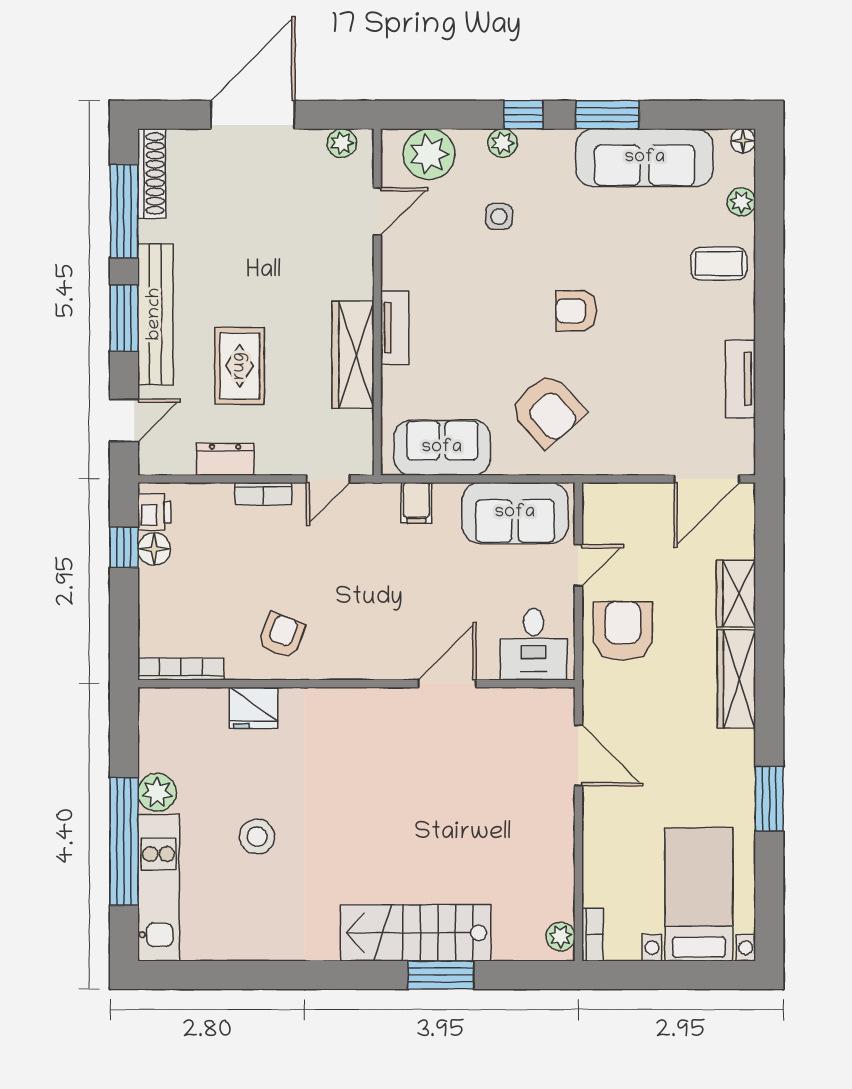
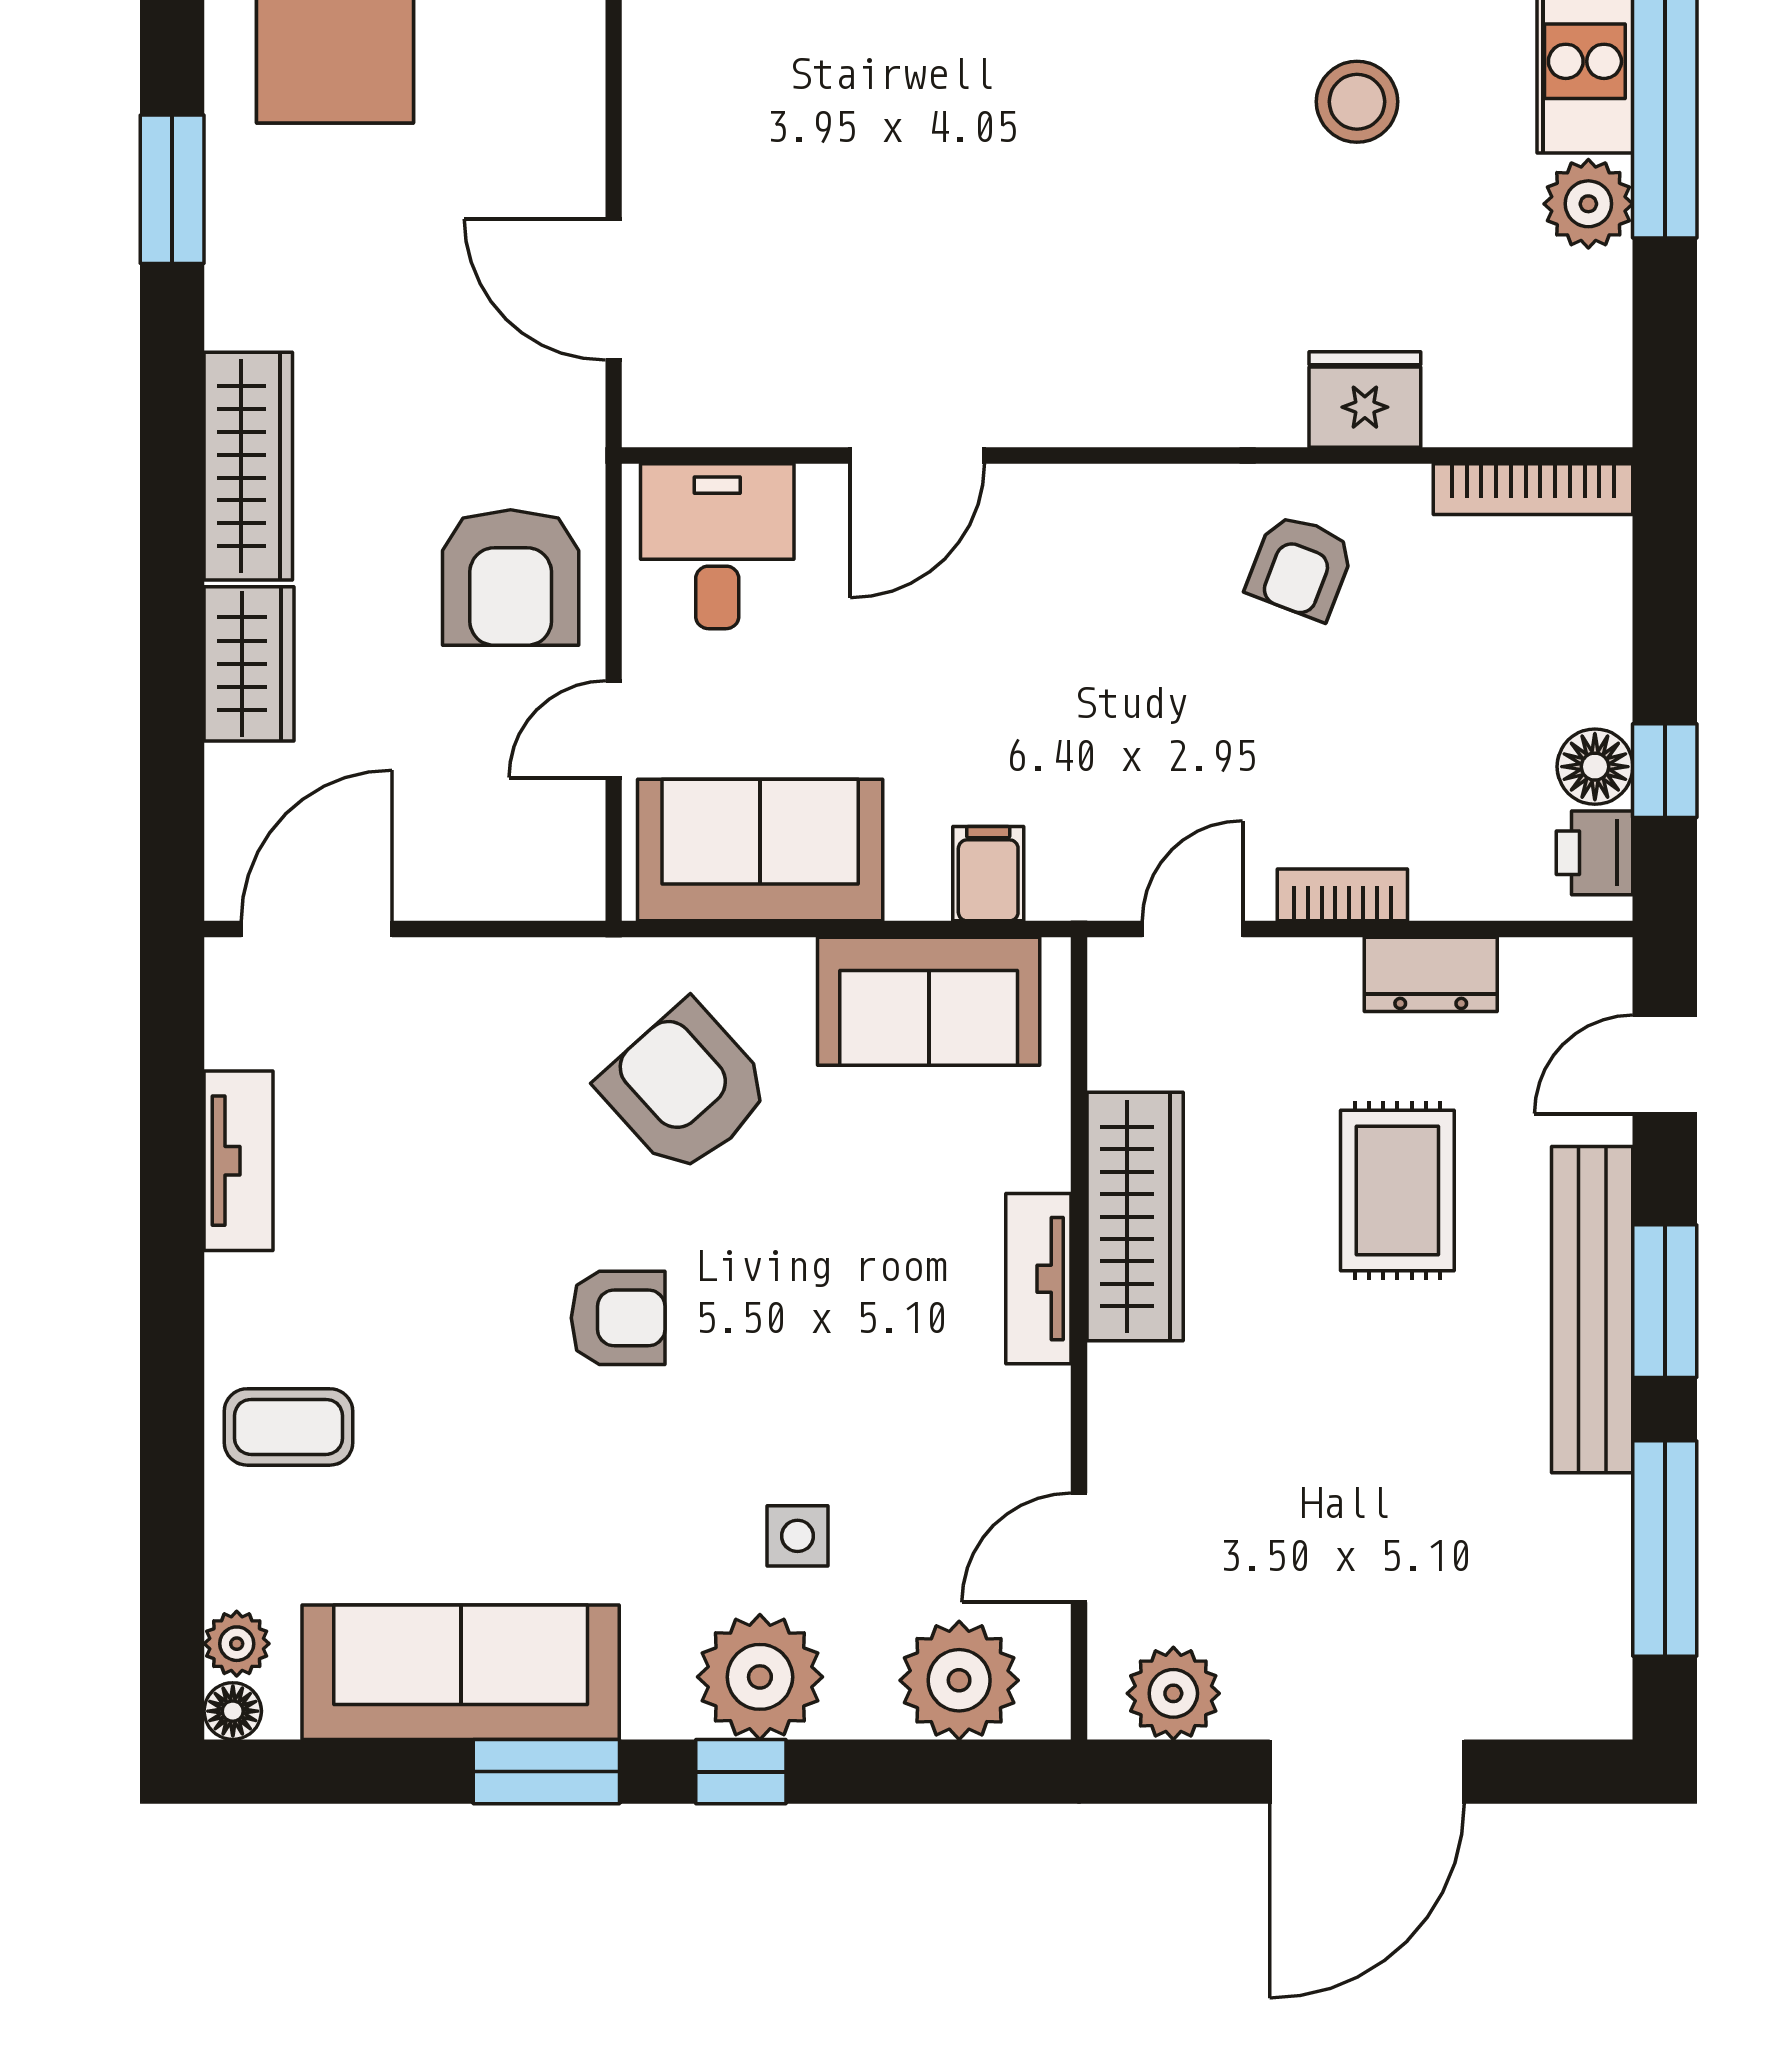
plant: (342, 143) -> (1173, 1693), width x1.38, depth x1.38
plant: (503, 143) -> (760, 1677), width x1.87, depth x1.87
shoe rack: (152, 173) -> (1601, 1636), removed
plant: (741, 202) -> (237, 1644), moved

